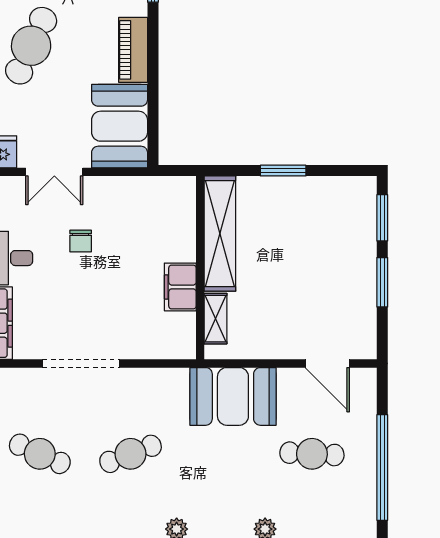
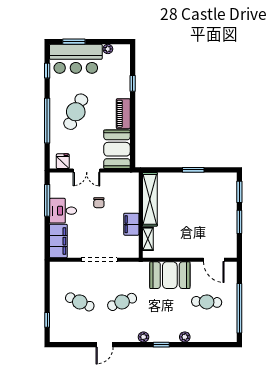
shelving: (220, 234) -> (150, 199), moved
wall: (200, 268) -> (141, 215), moved
filing cabinet: (180, 287) -> (131, 224), moved
shelving: (216, 319) -> (148, 239), moved

